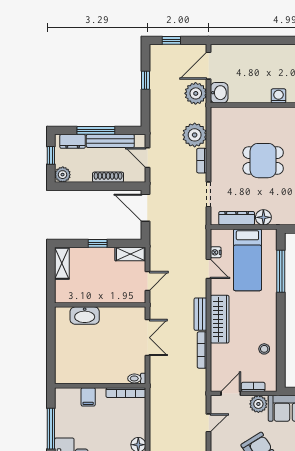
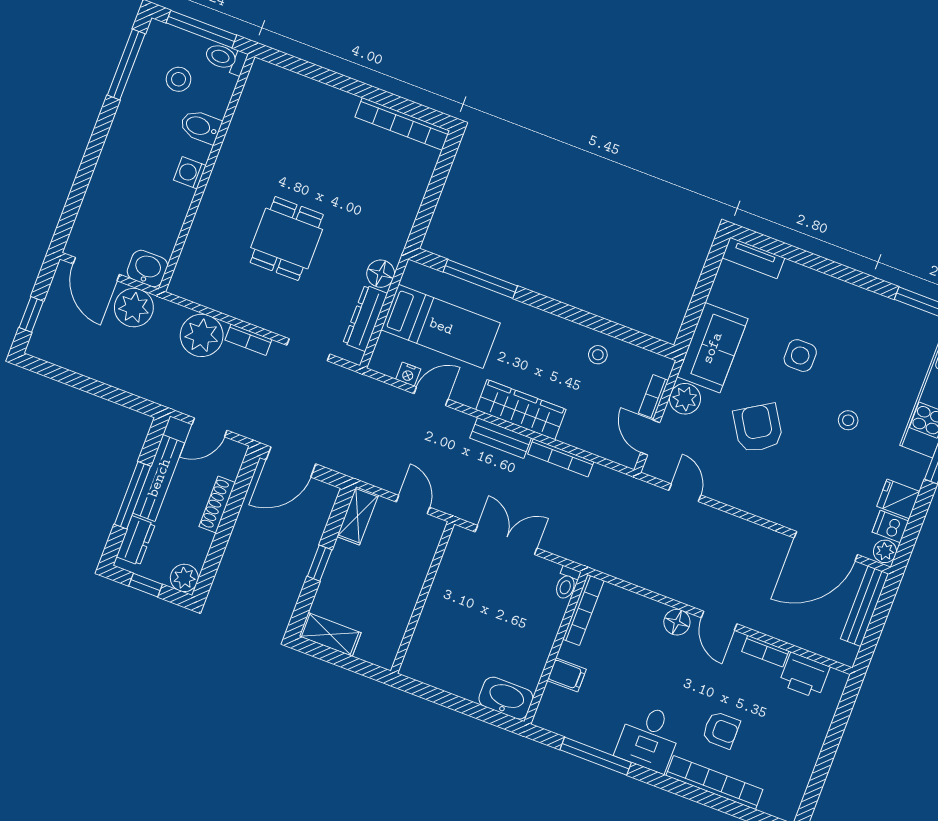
window: (145, 80) -> (81, 382), removed
washbasin: (85, 316) -> (506, 698), moved, turned -90

